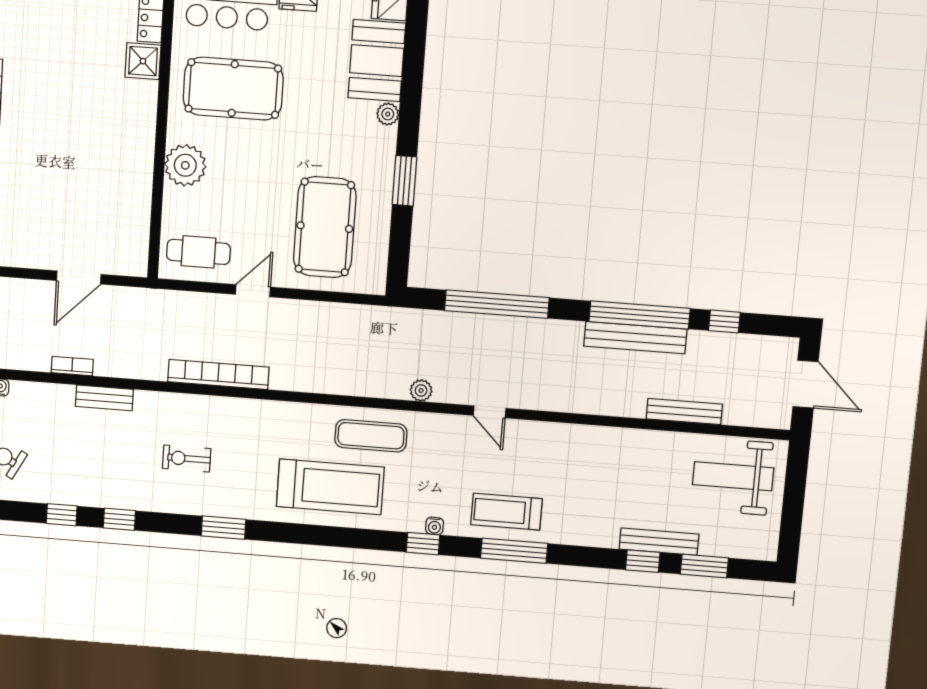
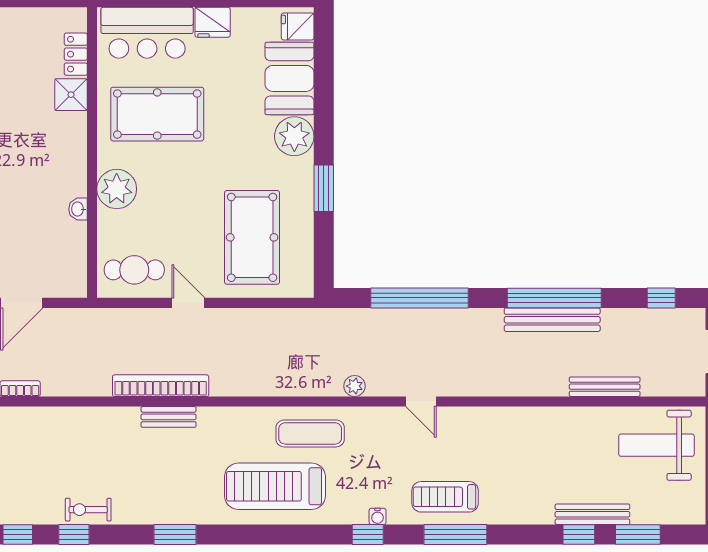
plant: (388, 114) -> (294, 136), width x1.88, depth x1.88
washbasin: (143, 183) -> (78, 209), added
door: (253, 291) -> (188, 303), hinge flipped
window: (724, 321) -> (661, 298), moved
bench: (104, 398) -> (169, 417), moved
exercise bike: (187, 459) -> (88, 510), moved
treadmill: (330, 487) -> (275, 486), turned 180

